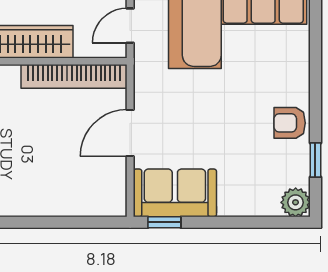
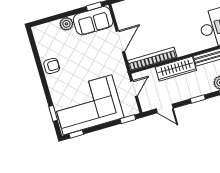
window: (315, 160) -> (53, 113), moved
plant: (296, 202) -> (66, 24), moved

